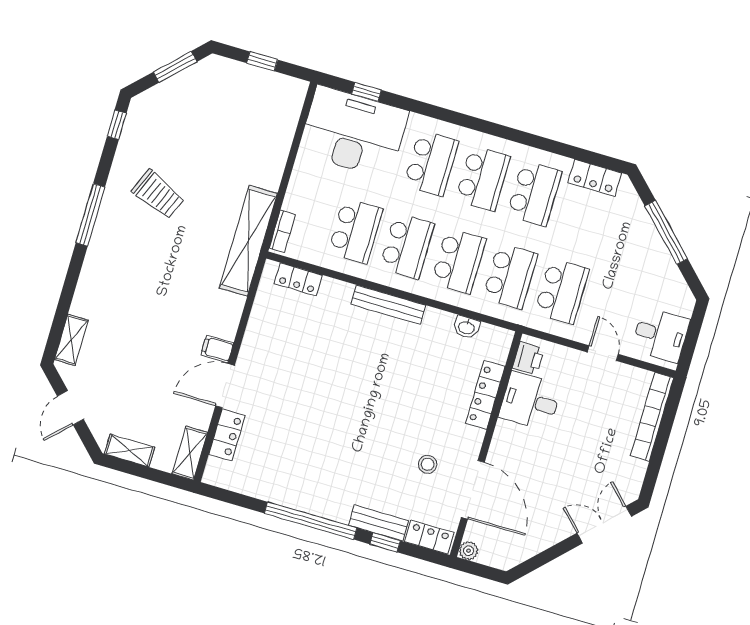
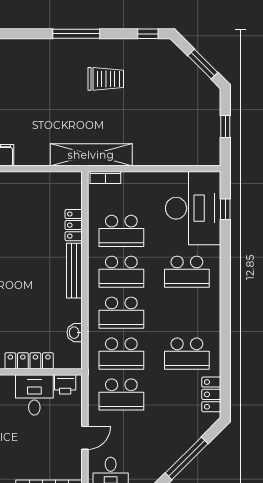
school desk: (483, 178) -> (187, 313), removed
trolley: (158, 194) -> (106, 79), turned -113
locker: (298, 279) -> (74, 225), moved

